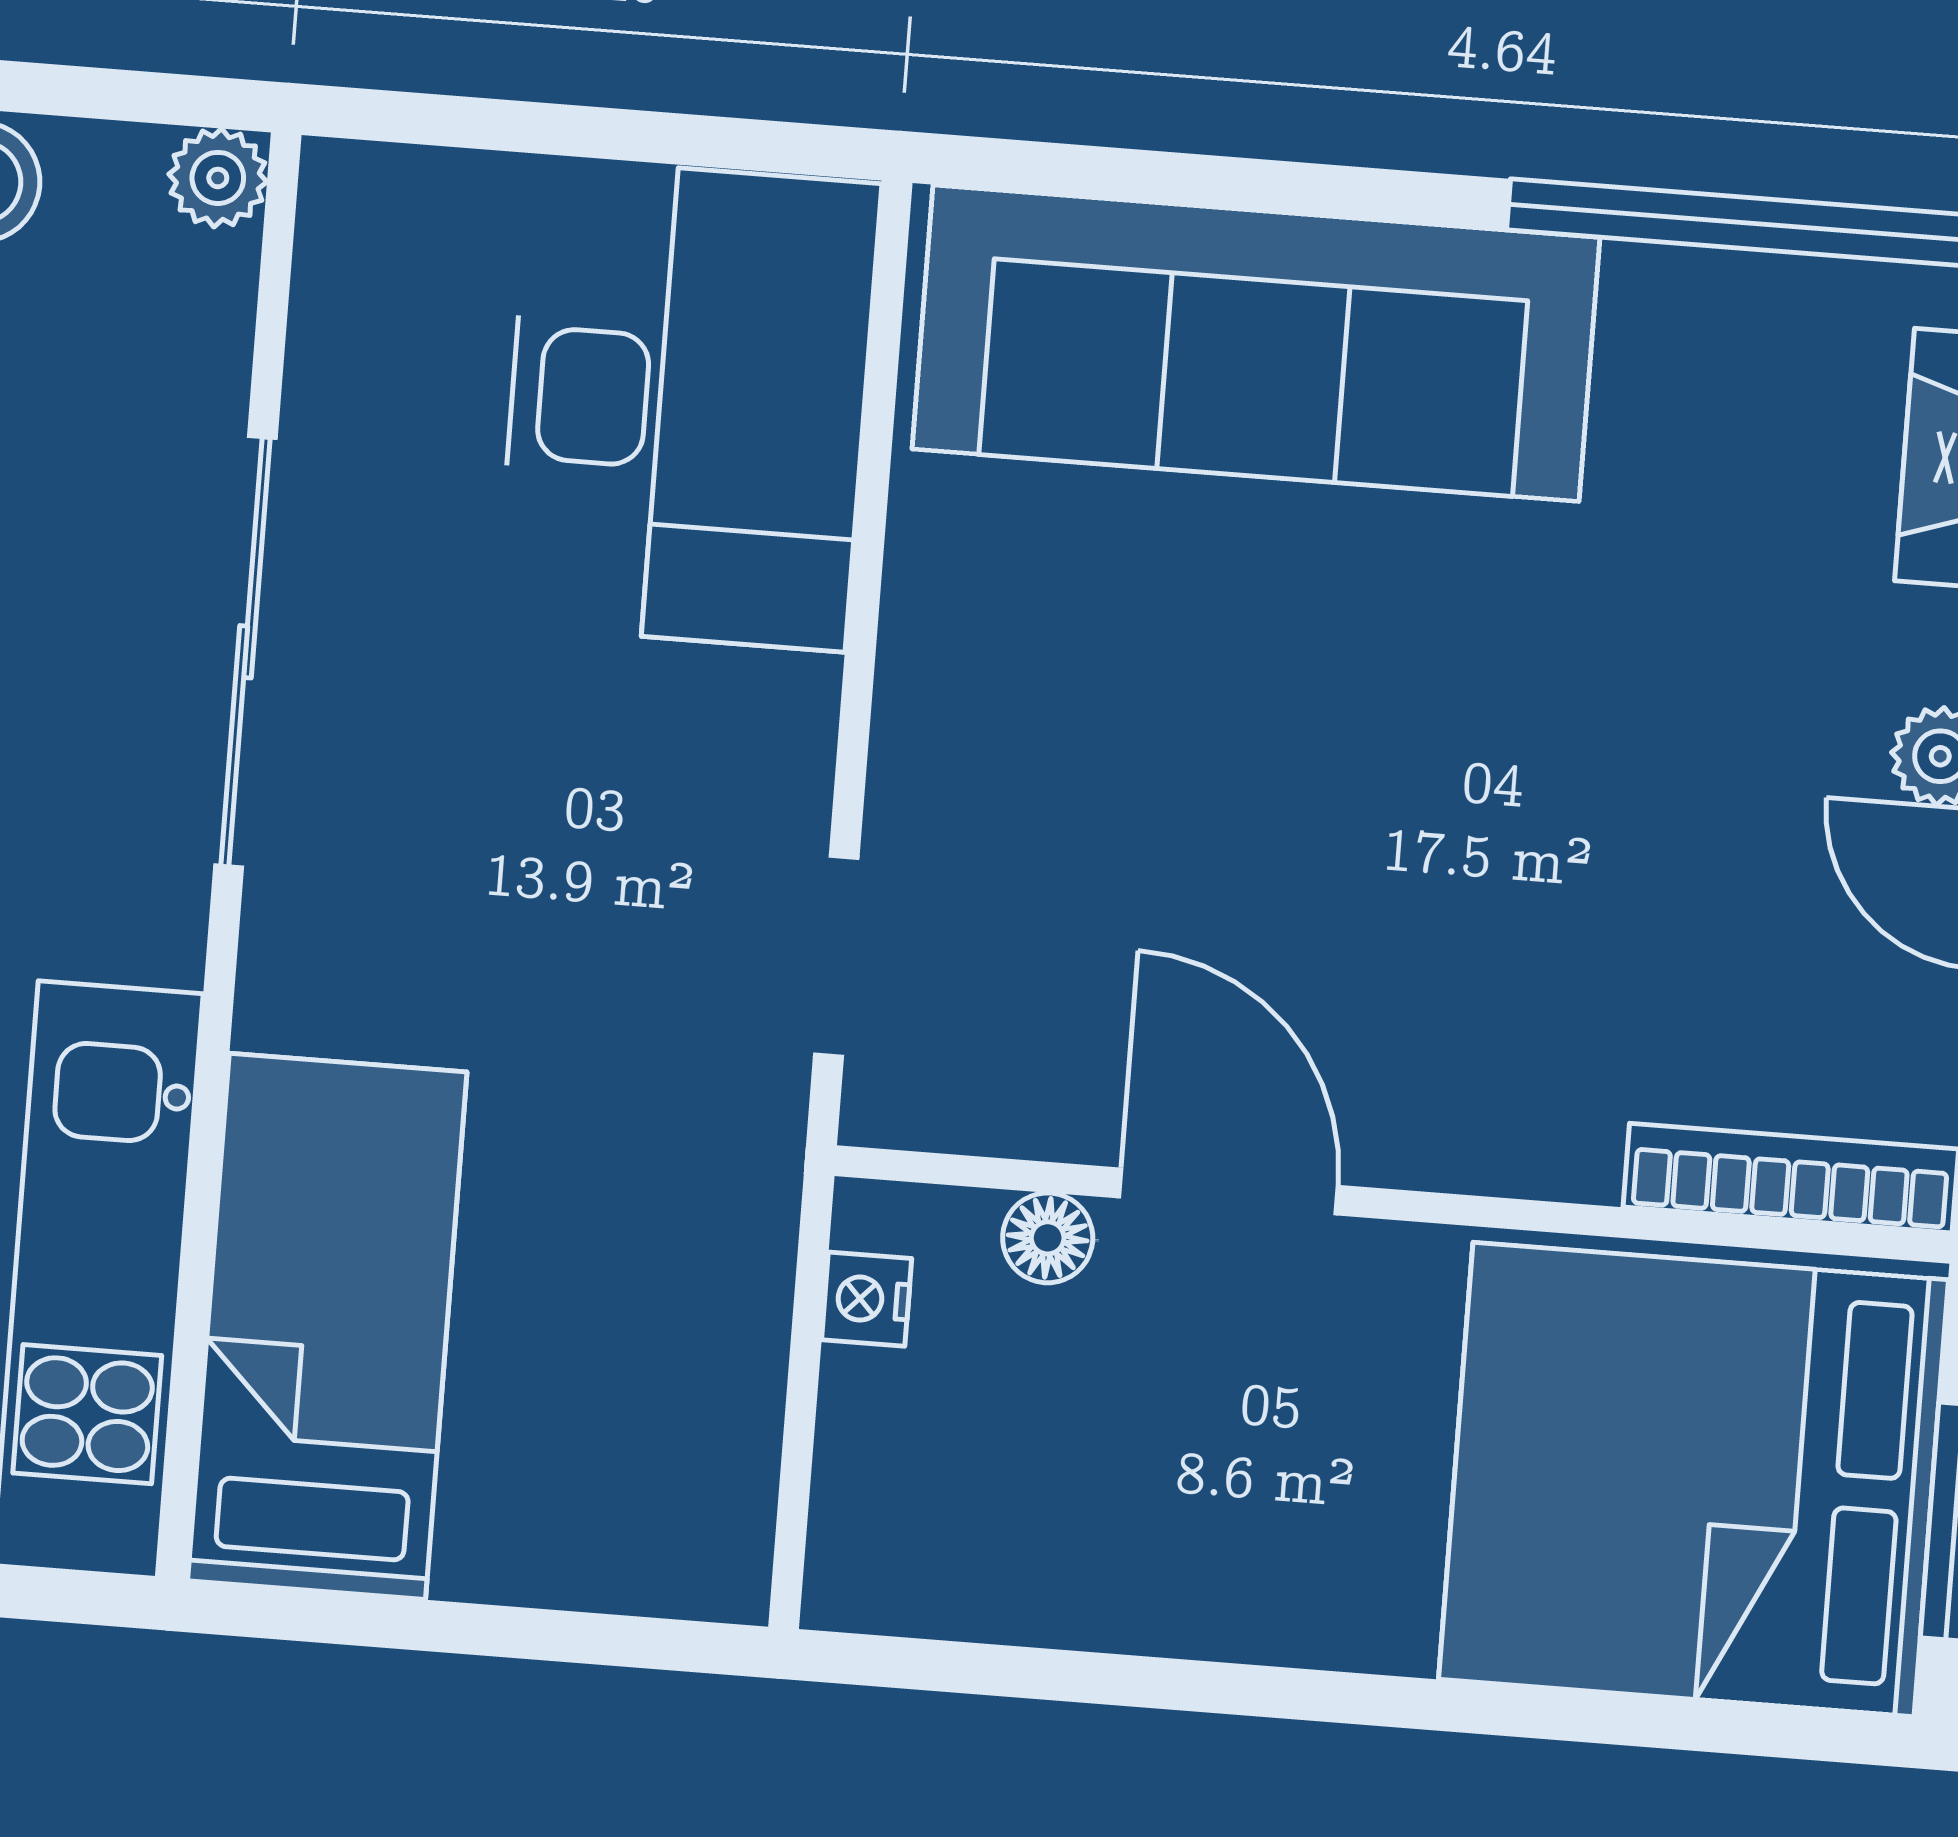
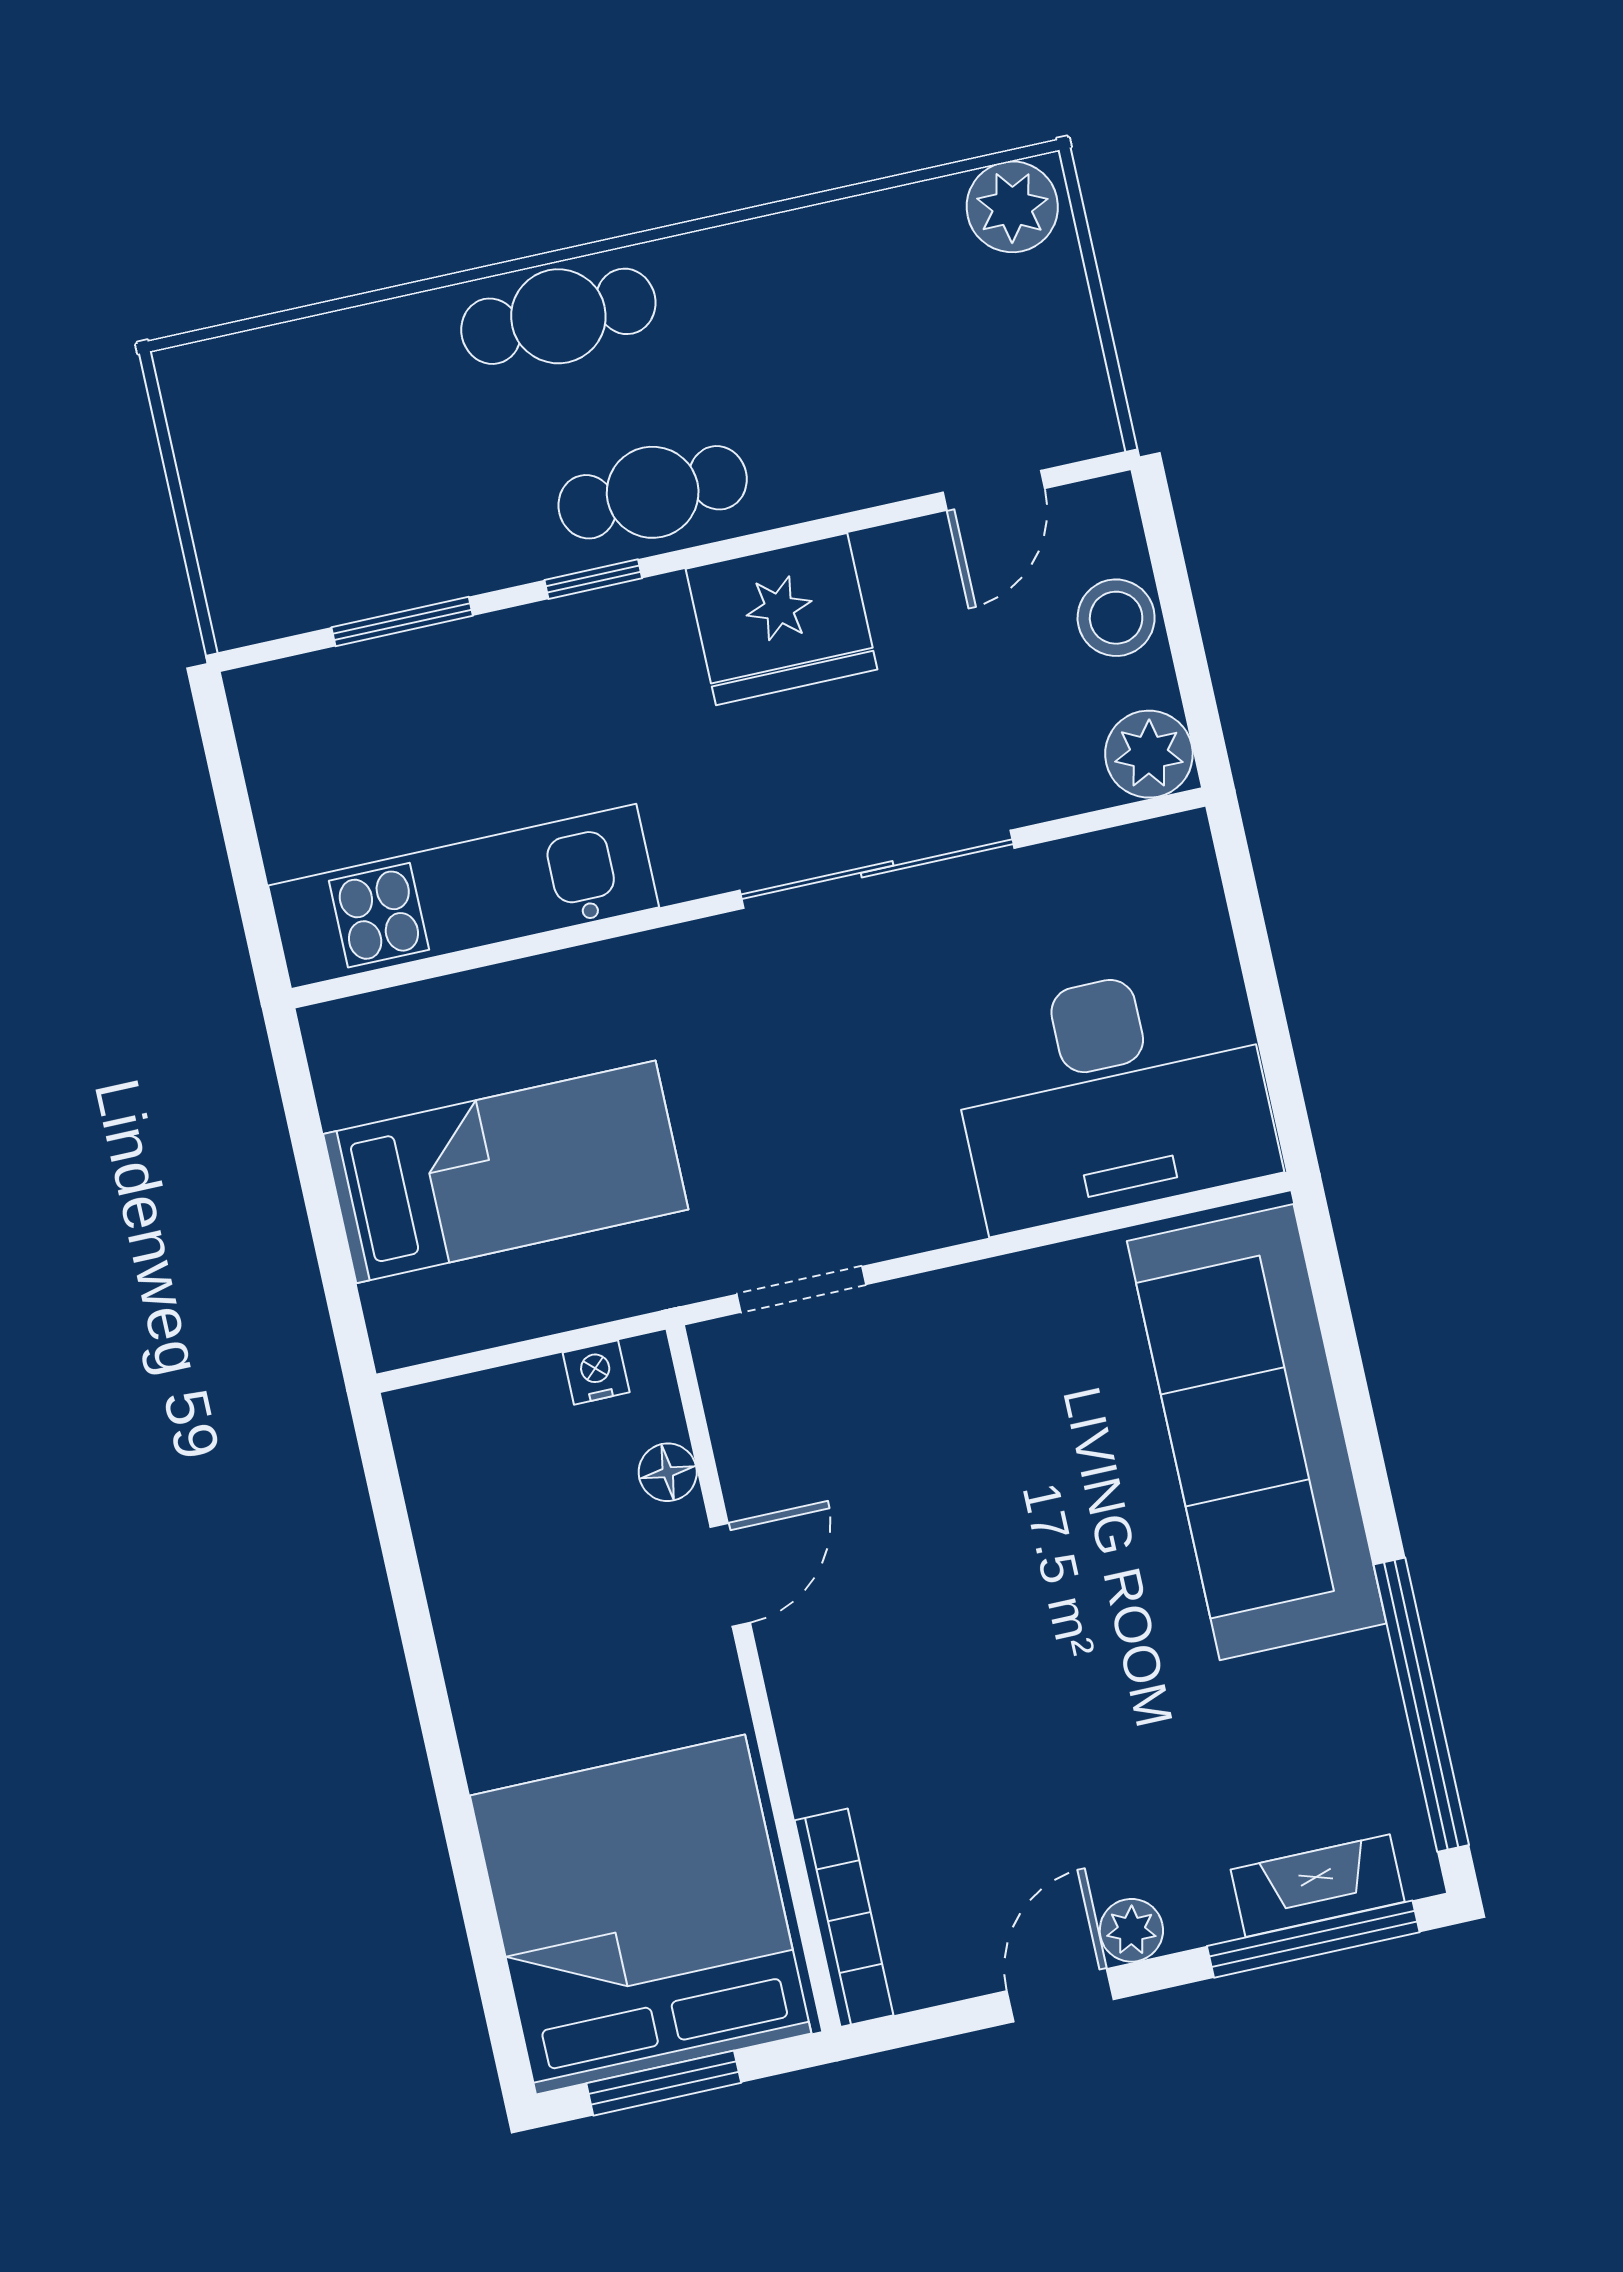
plant: (218, 178) -> (1149, 754), width x1.38, depth x1.38
door: (1228, 1192) -> (730, 1575), width x0.73
bed: (327, 1326) -> (506, 1172), moved

